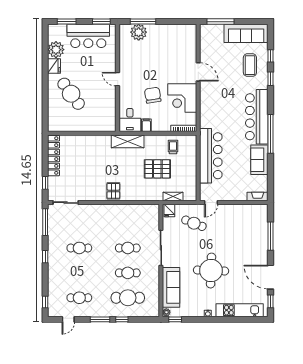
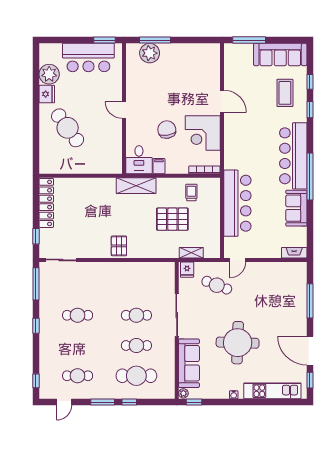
window: (67, 22) -> (62, 40), removed

